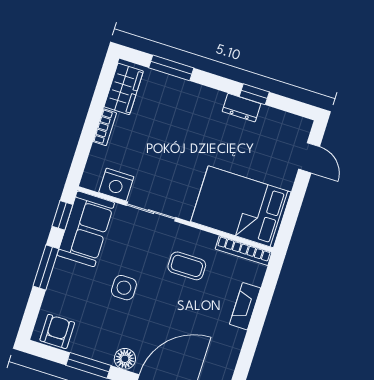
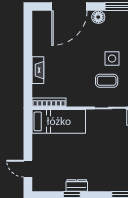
bed: (241, 207) -> (59, 121), width x0.67
coffee table: (187, 266) -> (107, 81), moved

